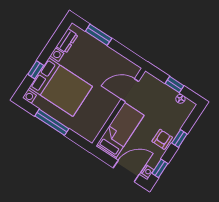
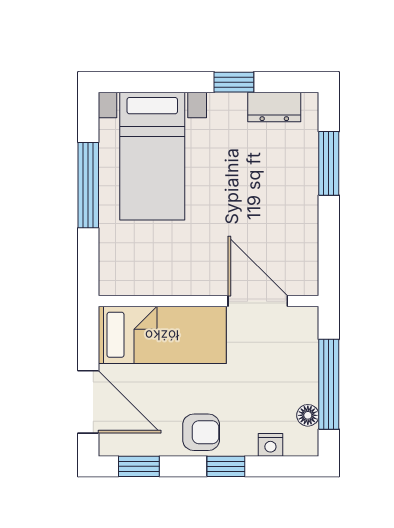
window: (36, 70) -> (234, 82), moved
window: (174, 85) -> (329, 384), width x2.17
bed with nightstands: (61, 87) -> (152, 156), width x0.73
nightstand: (147, 171) -> (270, 445), moved

